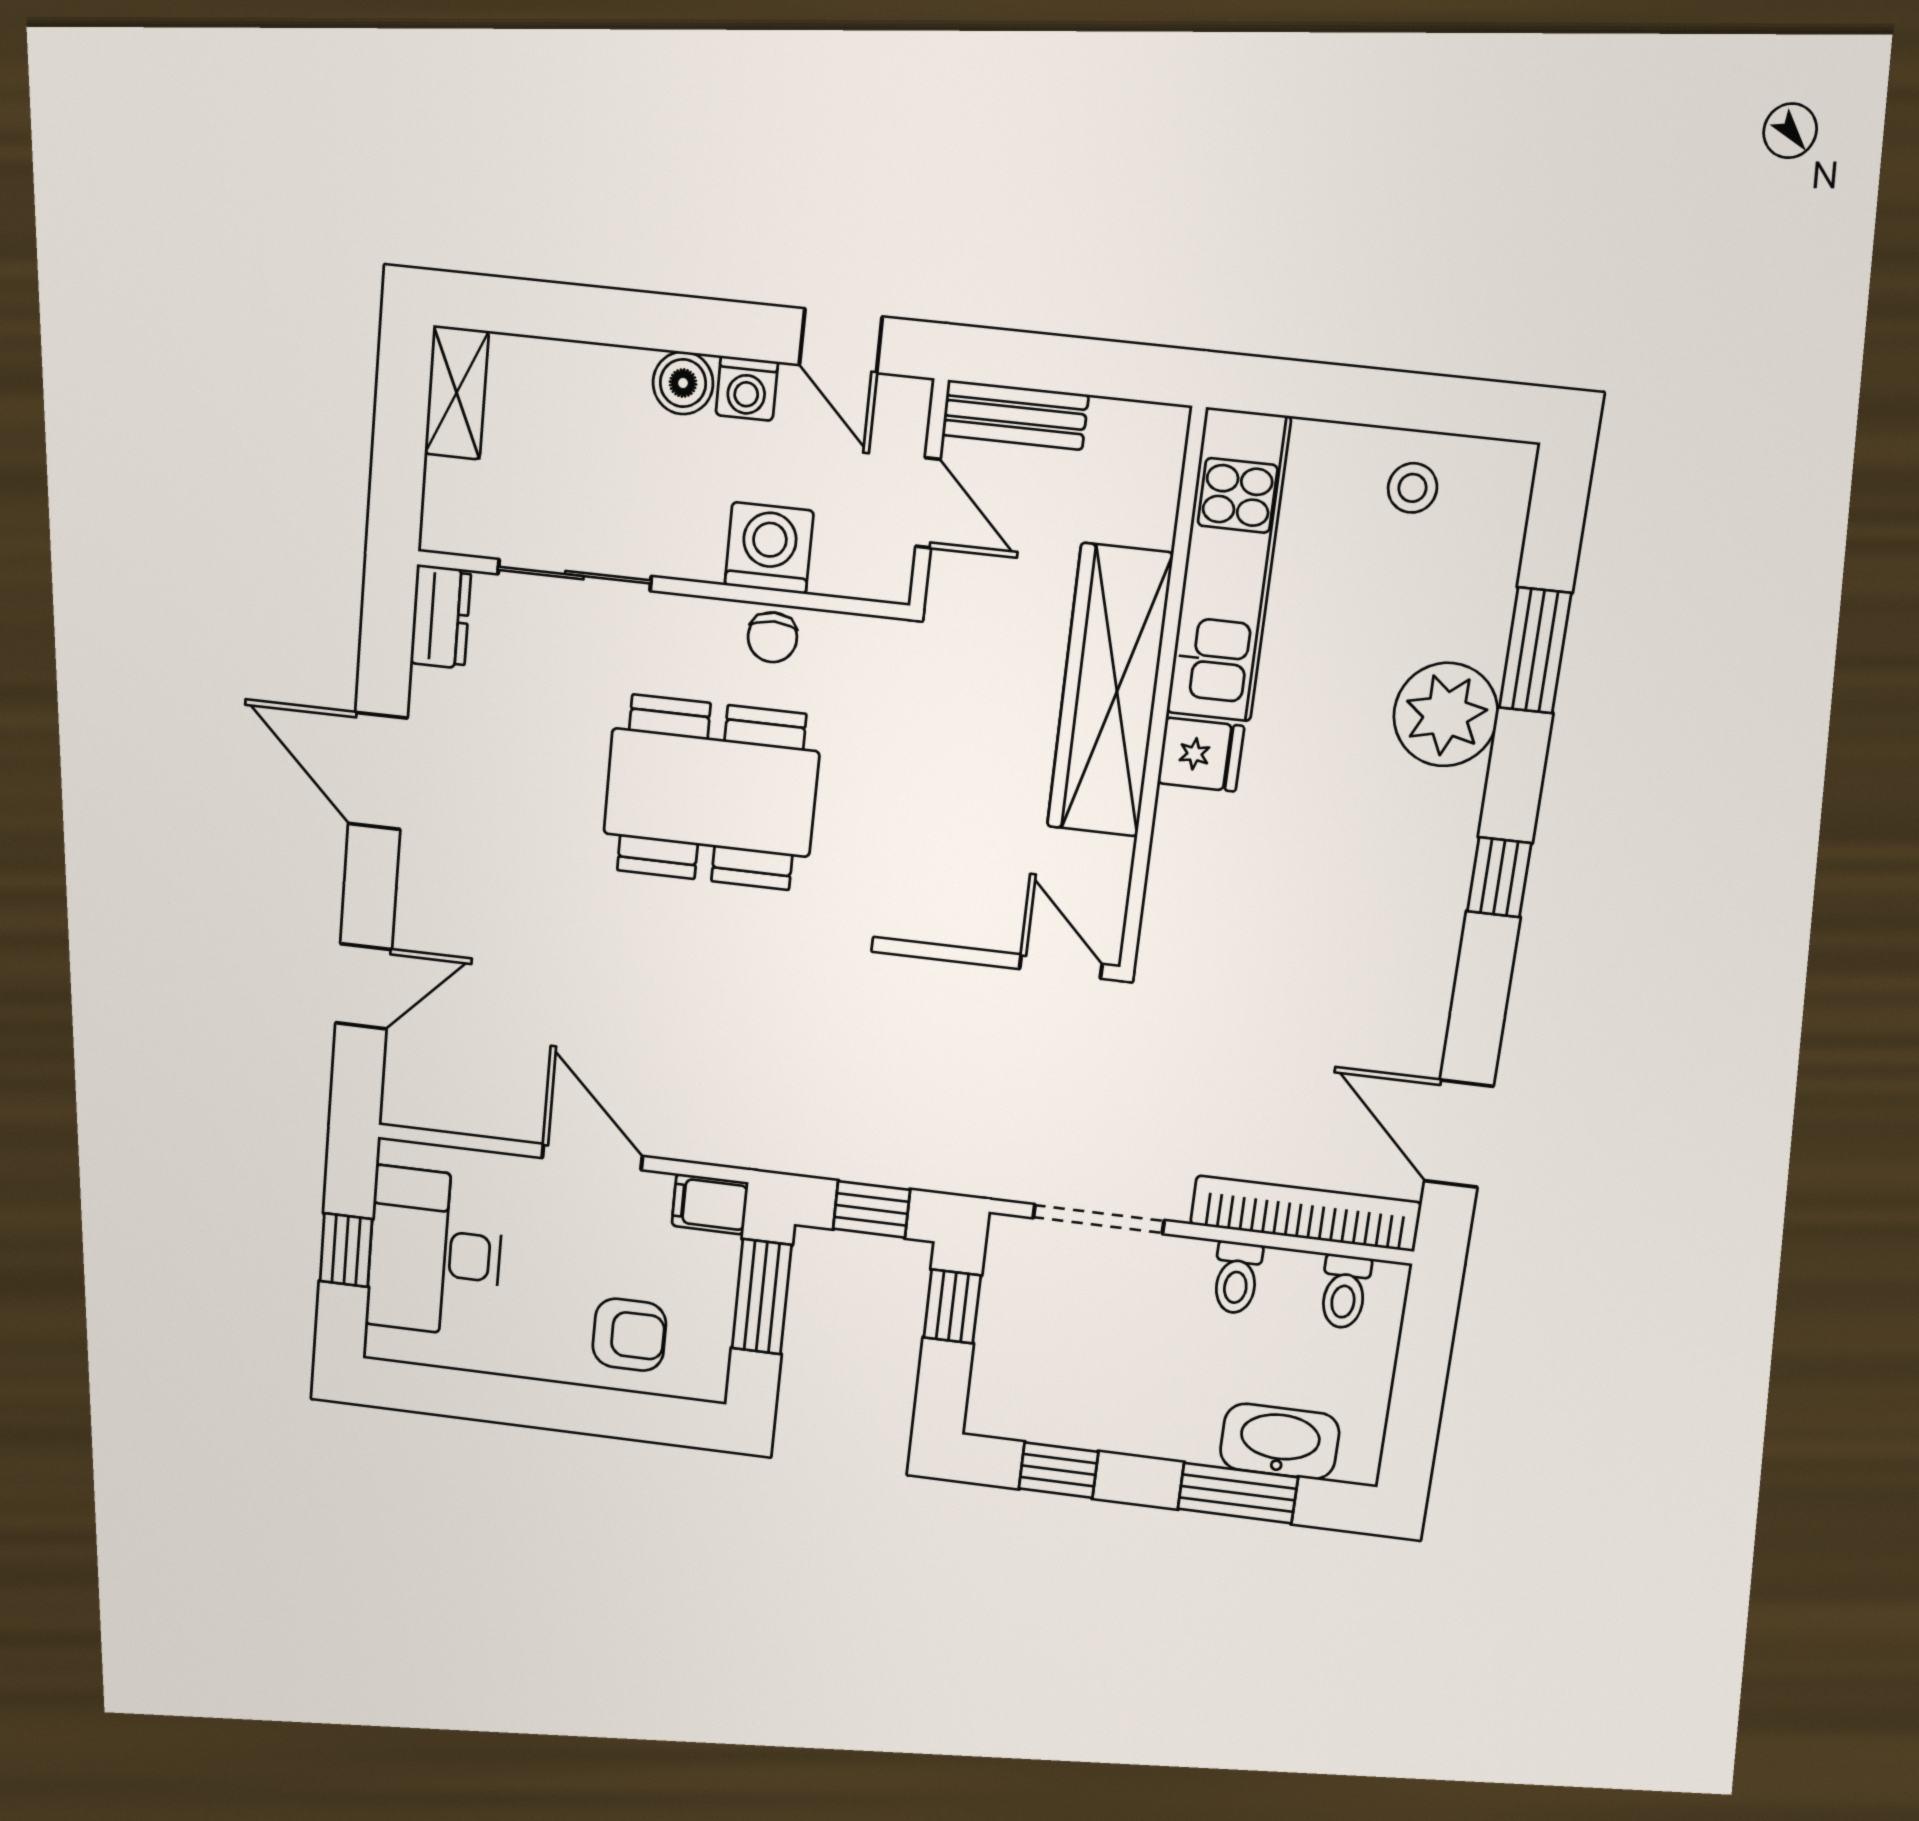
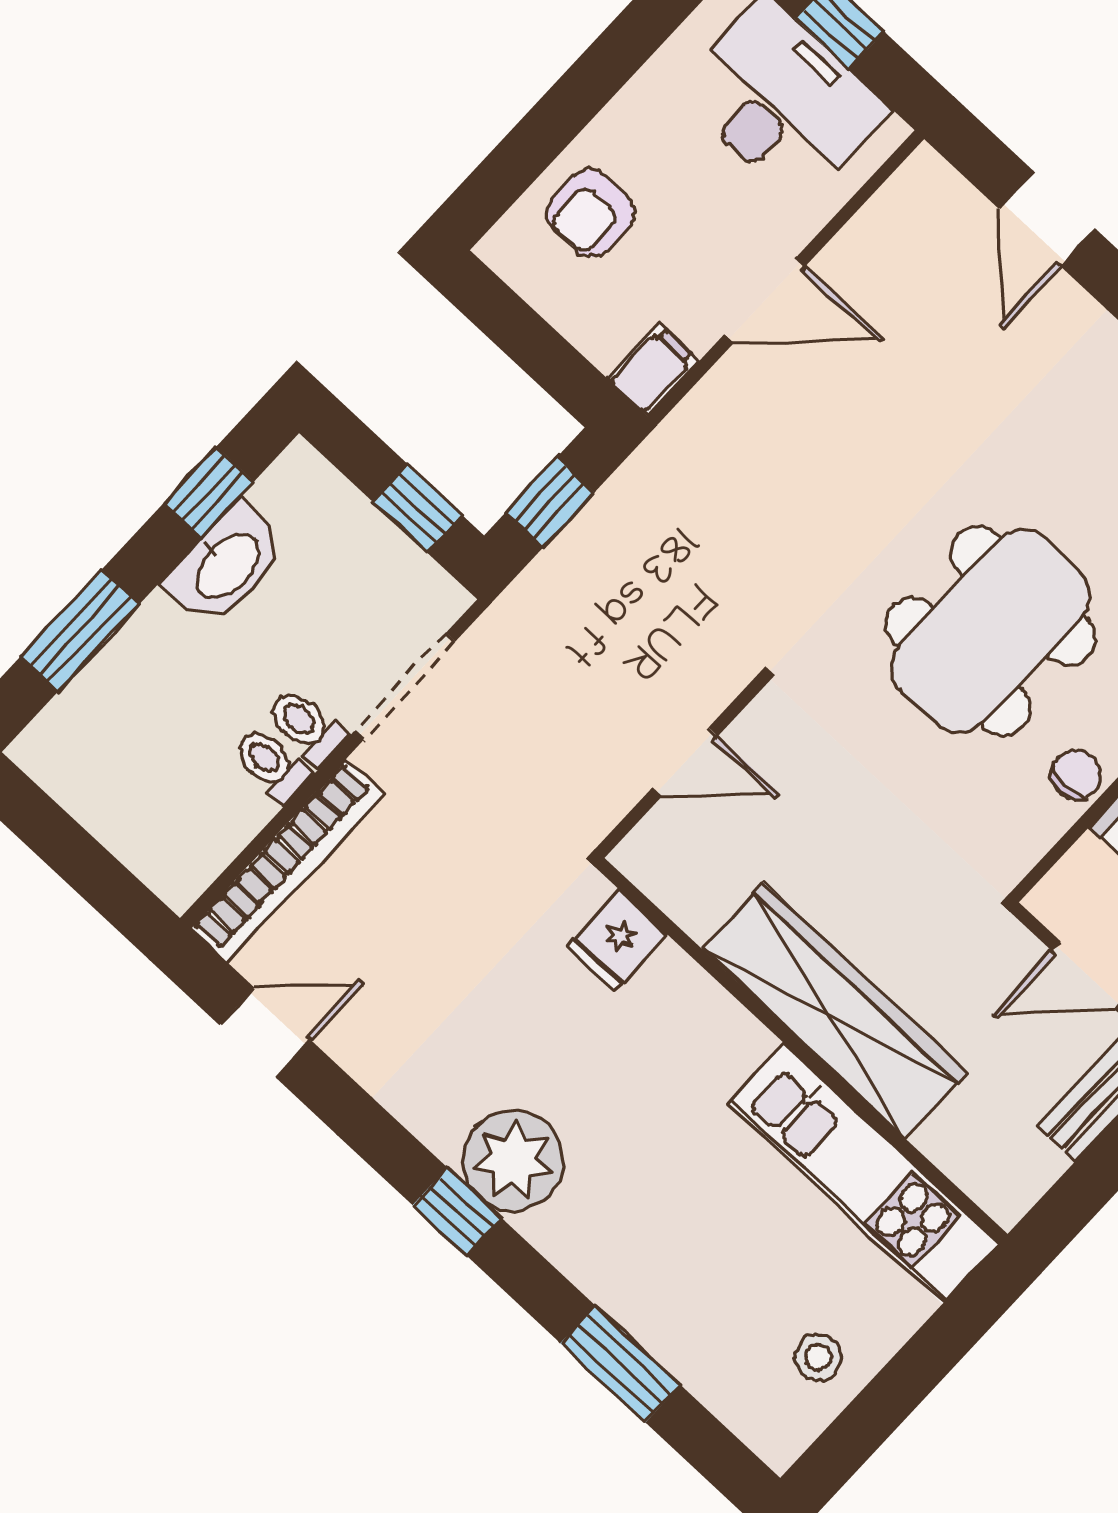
chair: (772, 637) -> (1076, 774), turned 90
plant: (1446, 714) -> (513, 1160), moved
fridge: (1201, 755) -> (617, 940), moved
door: (1061, 966) -> (685, 762), moved
door: (1459, 1134) -> (265, 1033), width x0.73
toilet: (1344, 1292) -> (306, 726), moved
window: (762, 1297) -> (542, 353), removed
washbasin: (1280, 1441) -> (226, 565), moved

